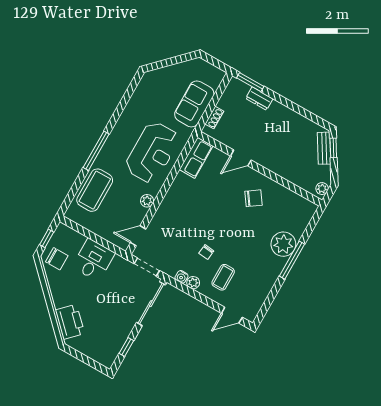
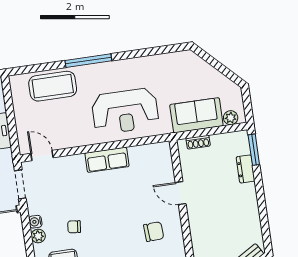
row of seats: (196, 158) -> (107, 160), moved
chair: (253, 198) -> (154, 232), turned -58
plant: (147, 201) -> (231, 118), moved

